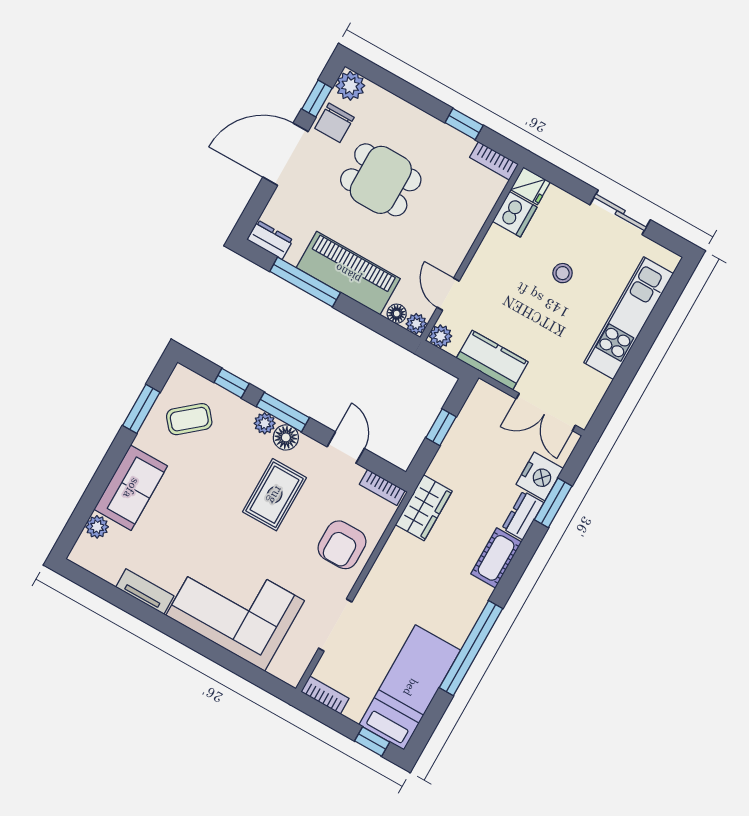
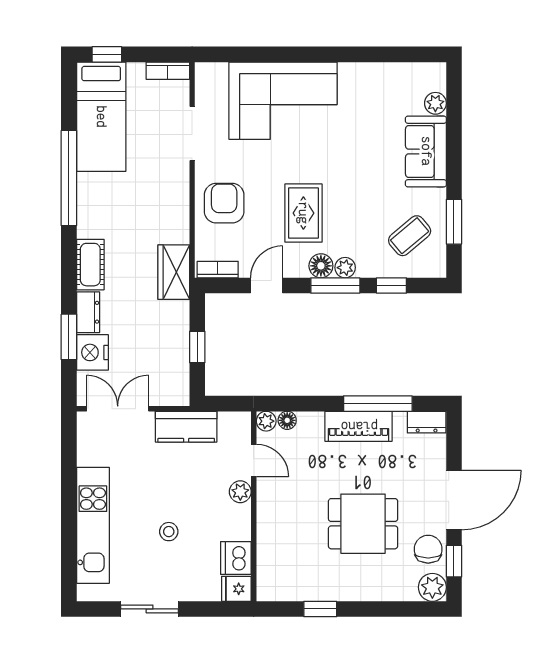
bookcase: (494, 161) -> (278, 592), removed
piano: (348, 273) -> (359, 426), width x0.73, depth x0.75
plant: (441, 336) -> (240, 492), moved
door: (346, 448) -> (267, 285), swing flipped
tv unit: (145, 591) -> (366, 72), removed

